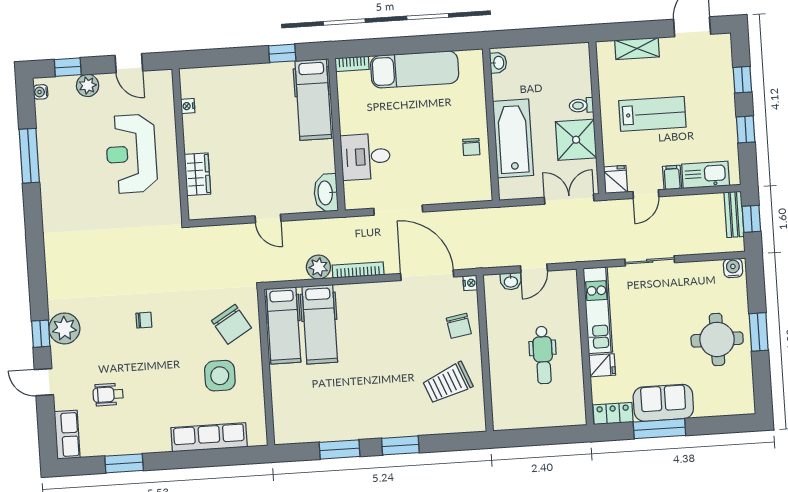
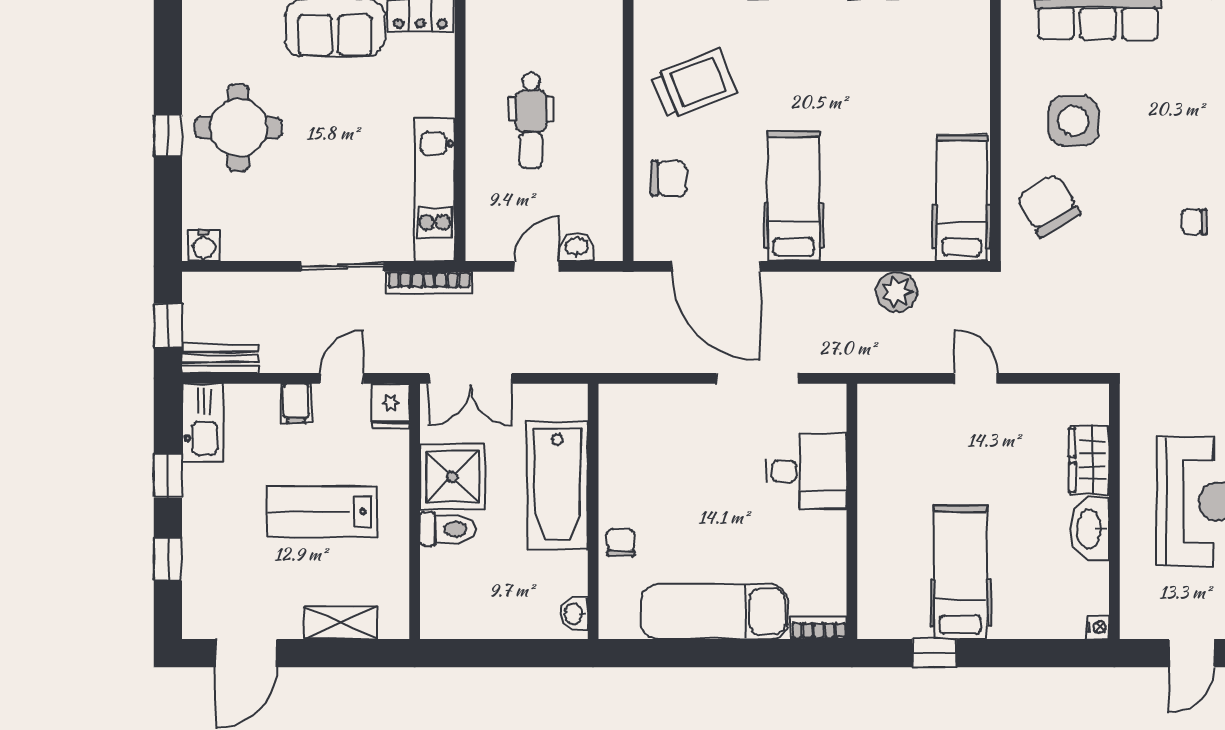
door: (129, 63) -> (1192, 653), swing flipped
hospital bed: (313, 100) -> (960, 572), moved
toilet: (581, 105) -> (448, 529), width x1.37, depth x1.39
nightstand: (188, 106) -> (1098, 627), moved
chair: (471, 147) -> (621, 543), moved
kitchen sink: (706, 175) -> (202, 423), moved, turned -90
washbasin: (326, 193) -> (1090, 529), moved, turned 180
bench: (734, 214) -> (220, 359), moved, turned 90
bookcase: (358, 270) -> (429, 283), moved
nightstand: (470, 283) -> (645, 249), removed
hospital bed: (320, 324) -> (794, 196), moved
chair: (459, 326) -> (668, 178), turned 100
window: (759, 332) -> (168, 136), width x0.67
dental chair: (543, 355) -> (531, 121), turned 180
fridge: (602, 365) -> (433, 97), removed

